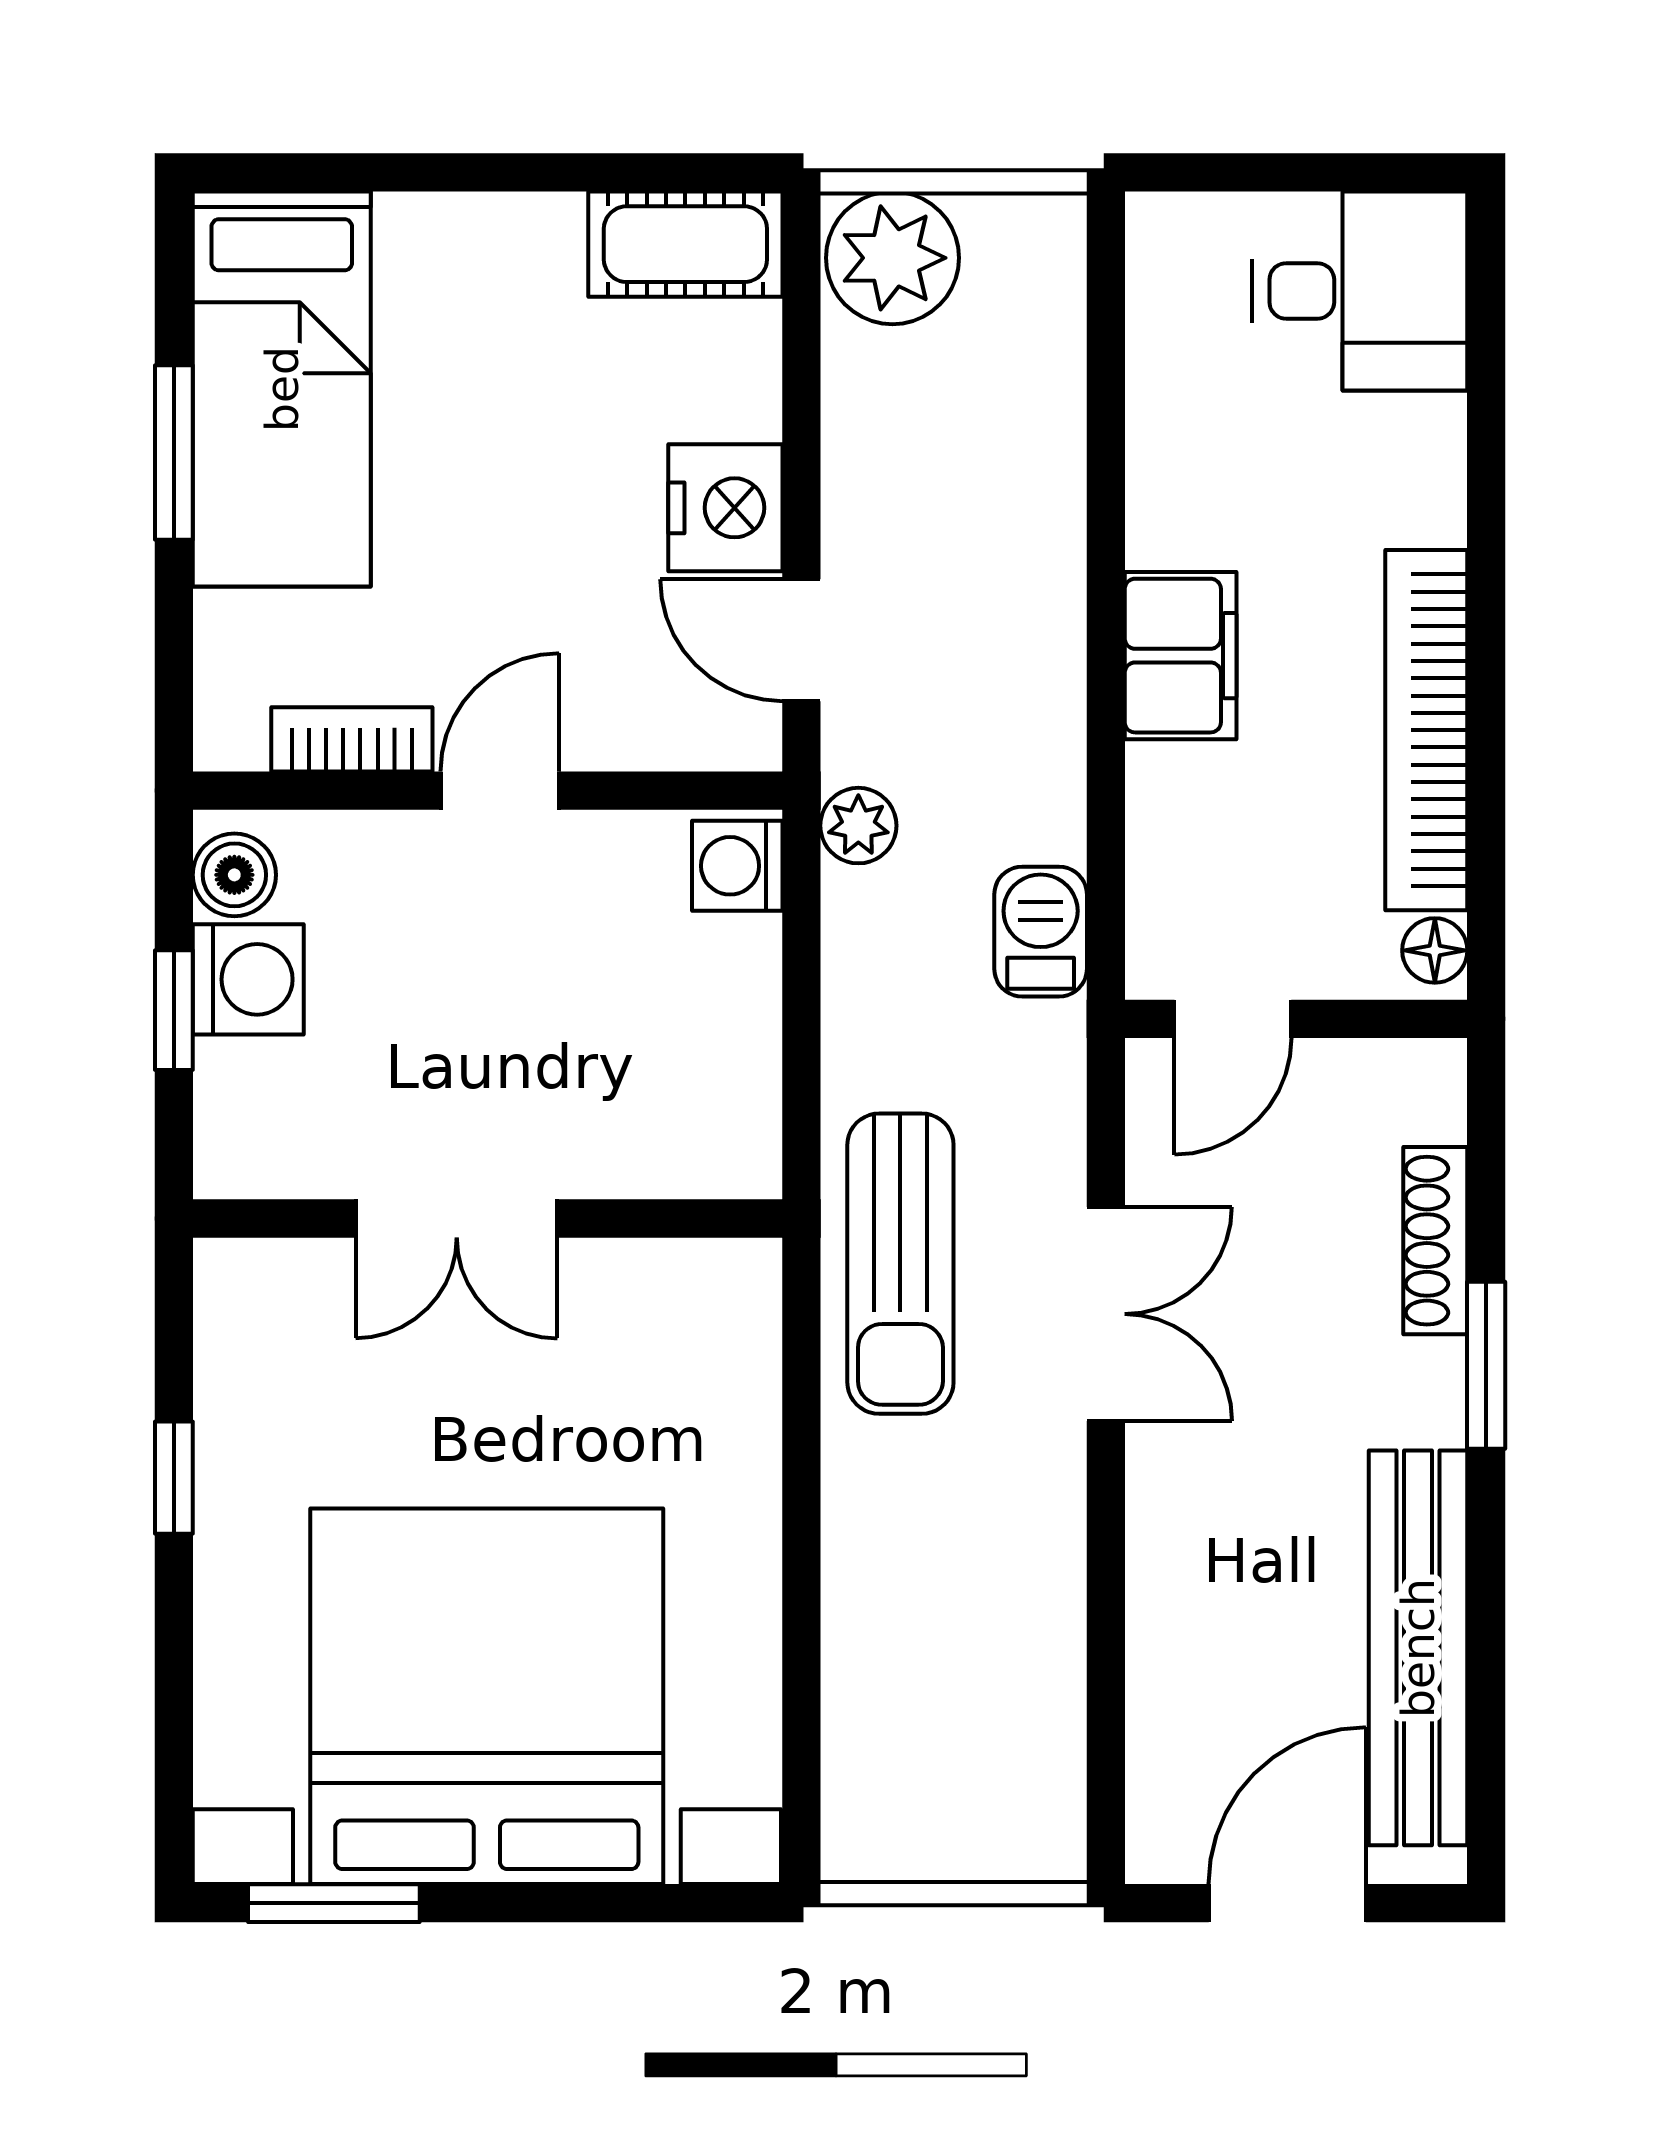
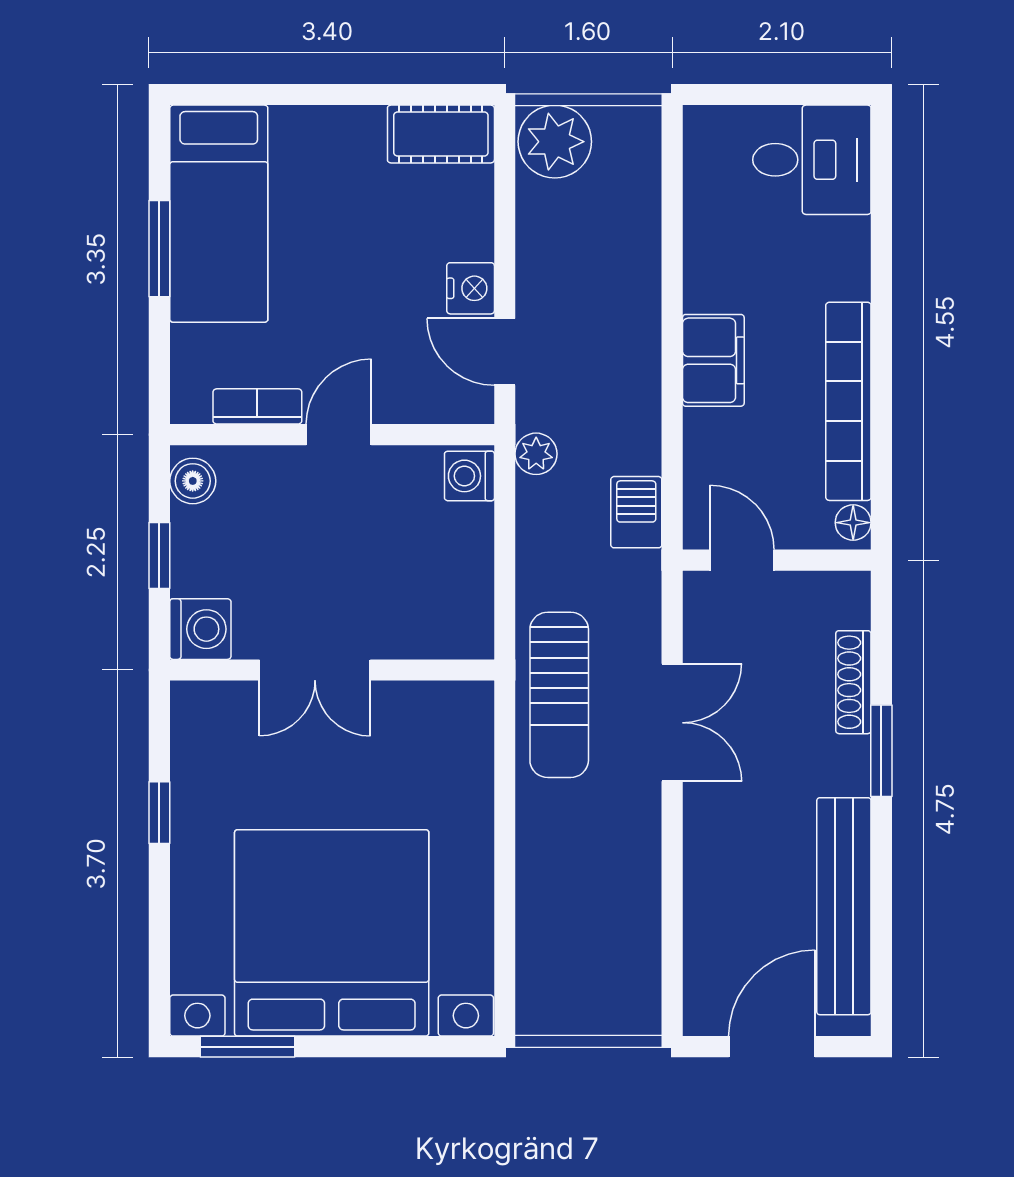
nightstand: (725, 508) -> (471, 288), width x0.74, depth x0.75
washing machine: (248, 979) -> (200, 629), moved
door: (1233, 1019) -> (742, 560), swing flipped

